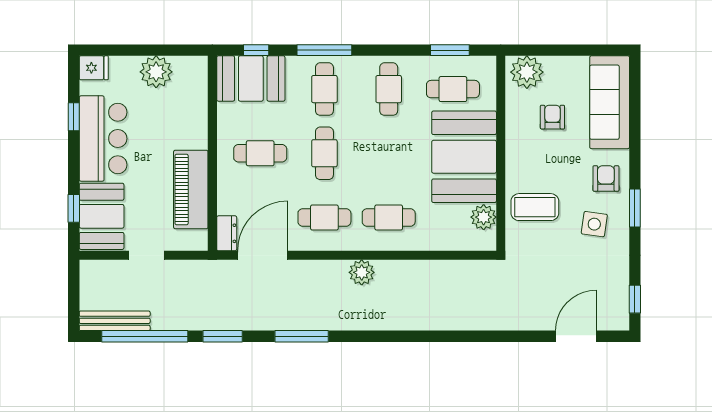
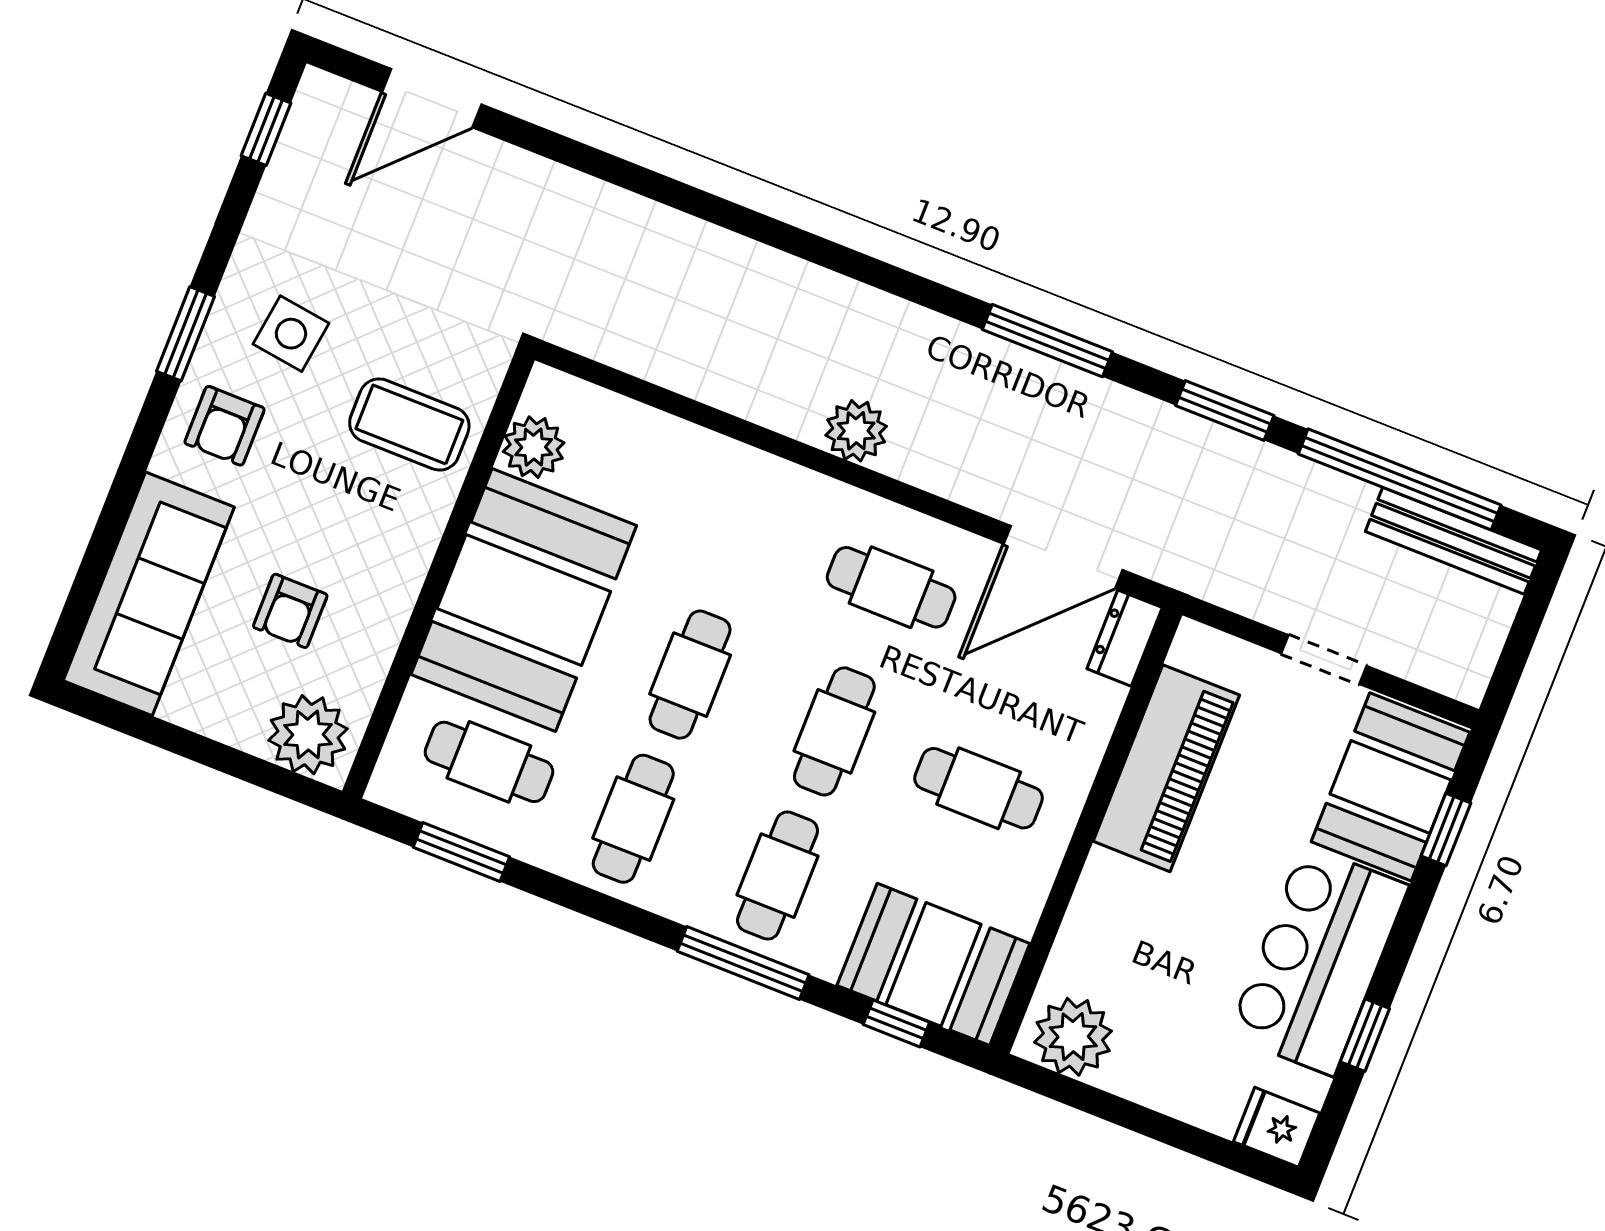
plant: (156, 72) -> (1073, 1037), moved
cafe table: (389, 217) -> (690, 675), moved, turned 90

